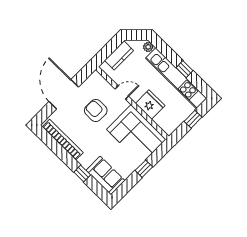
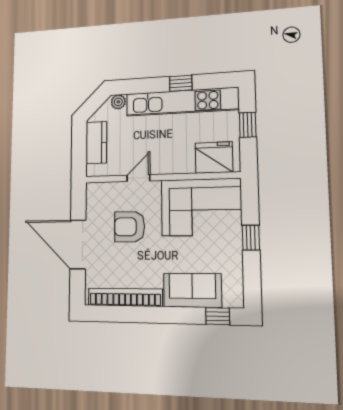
fridge: (150, 105) -> (214, 157), moved
window: (82, 174) -> (218, 316), moved
sofa: (106, 175) -> (192, 290), moved

